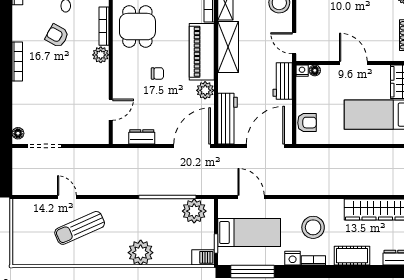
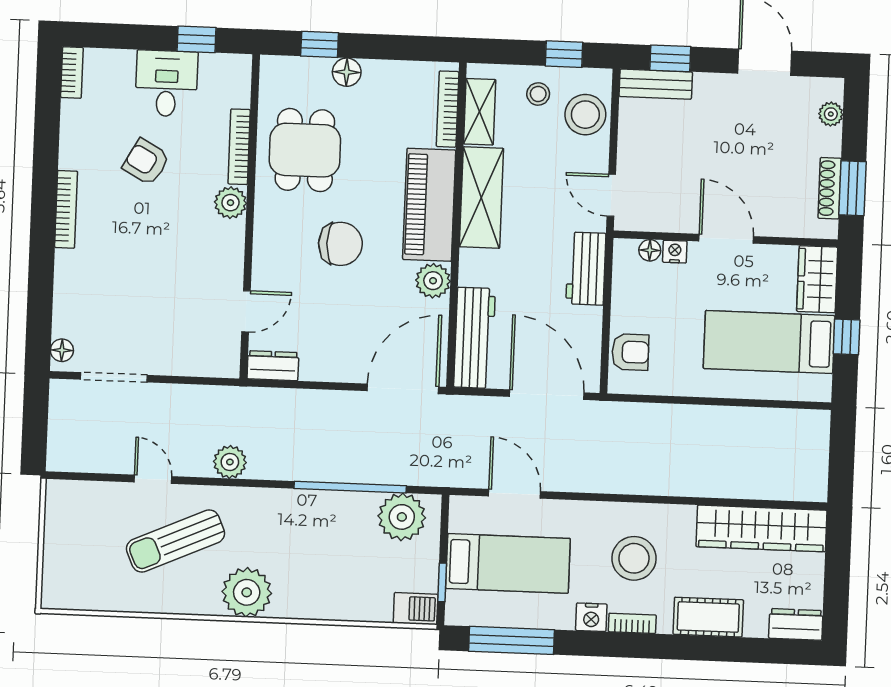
nightstand: (302, 71) -> (675, 252), moved
chair: (157, 73) -> (340, 244), width x1.87, depth x1.87
dresser: (142, 137) -> (273, 366), moved
door: (265, 146) -> (547, 395), hinge flipped
plant: (106, 187) -> (230, 462), added
plant: (141, 253) -> (247, 592), moved

